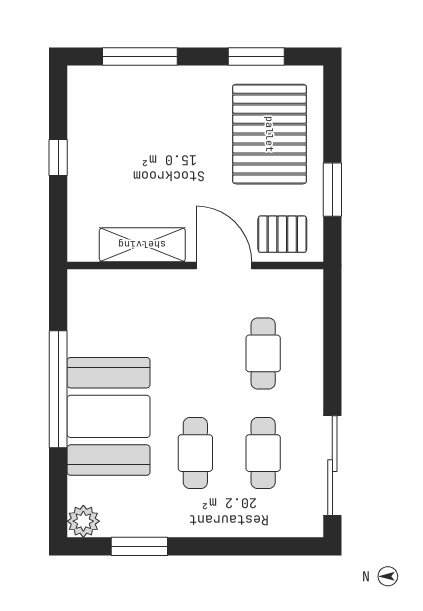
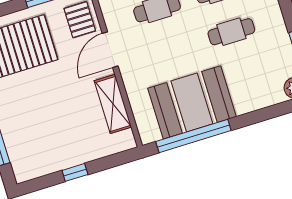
window: (58, 389) -> (193, 136), moved
booth: (109, 416) -> (192, 102), moved

